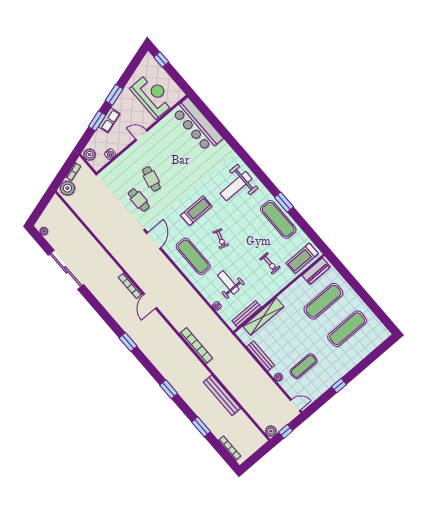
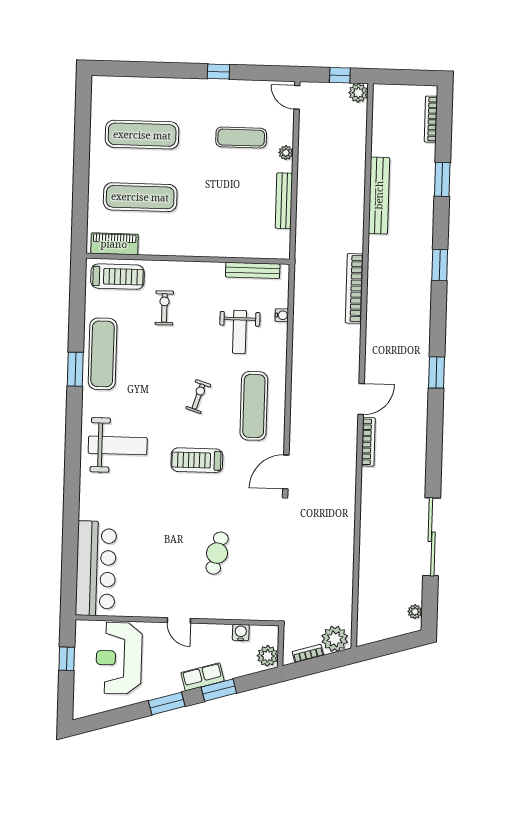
window: (161, 59) -> (67, 659), moved
cafe table: (139, 200) -> (258, 541), removed
shelving: (263, 316) -> (234, 247), removed

